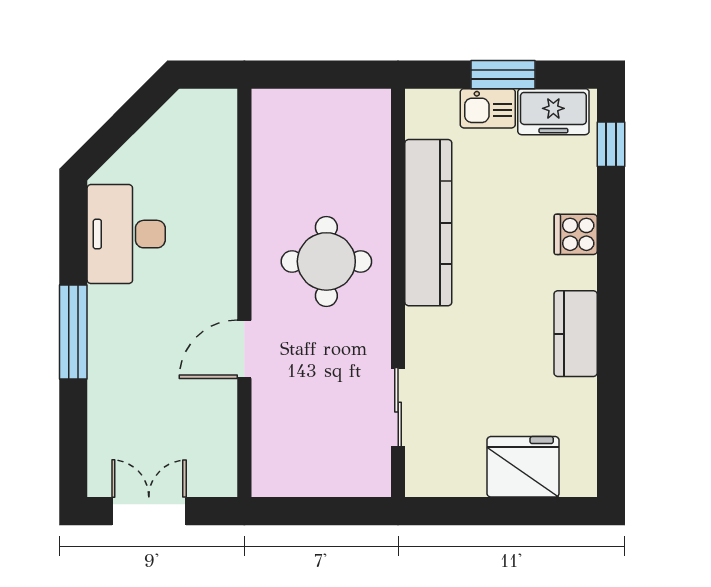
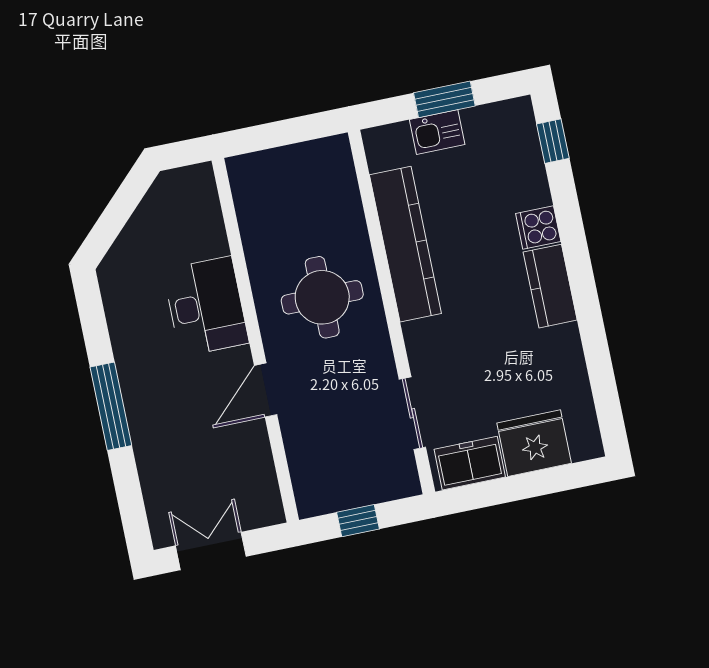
freezer: (553, 112) -> (470, 463), moved, turned 180
desk: (126, 234) -> (206, 306), moved, turned 180
kitchen counter: (576, 334) -> (550, 286), moved
window: (315, 511) -> (358, 521), added

